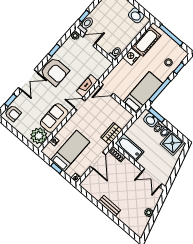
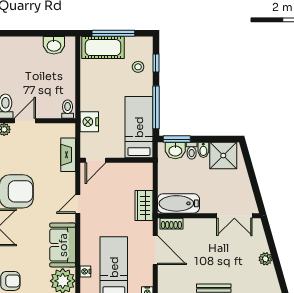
cot: (146, 41) -> (103, 48), moved, turned 90
nightstand: (131, 56) -> (89, 122), moved
fireplace: (87, 86) -> (68, 155), moved

